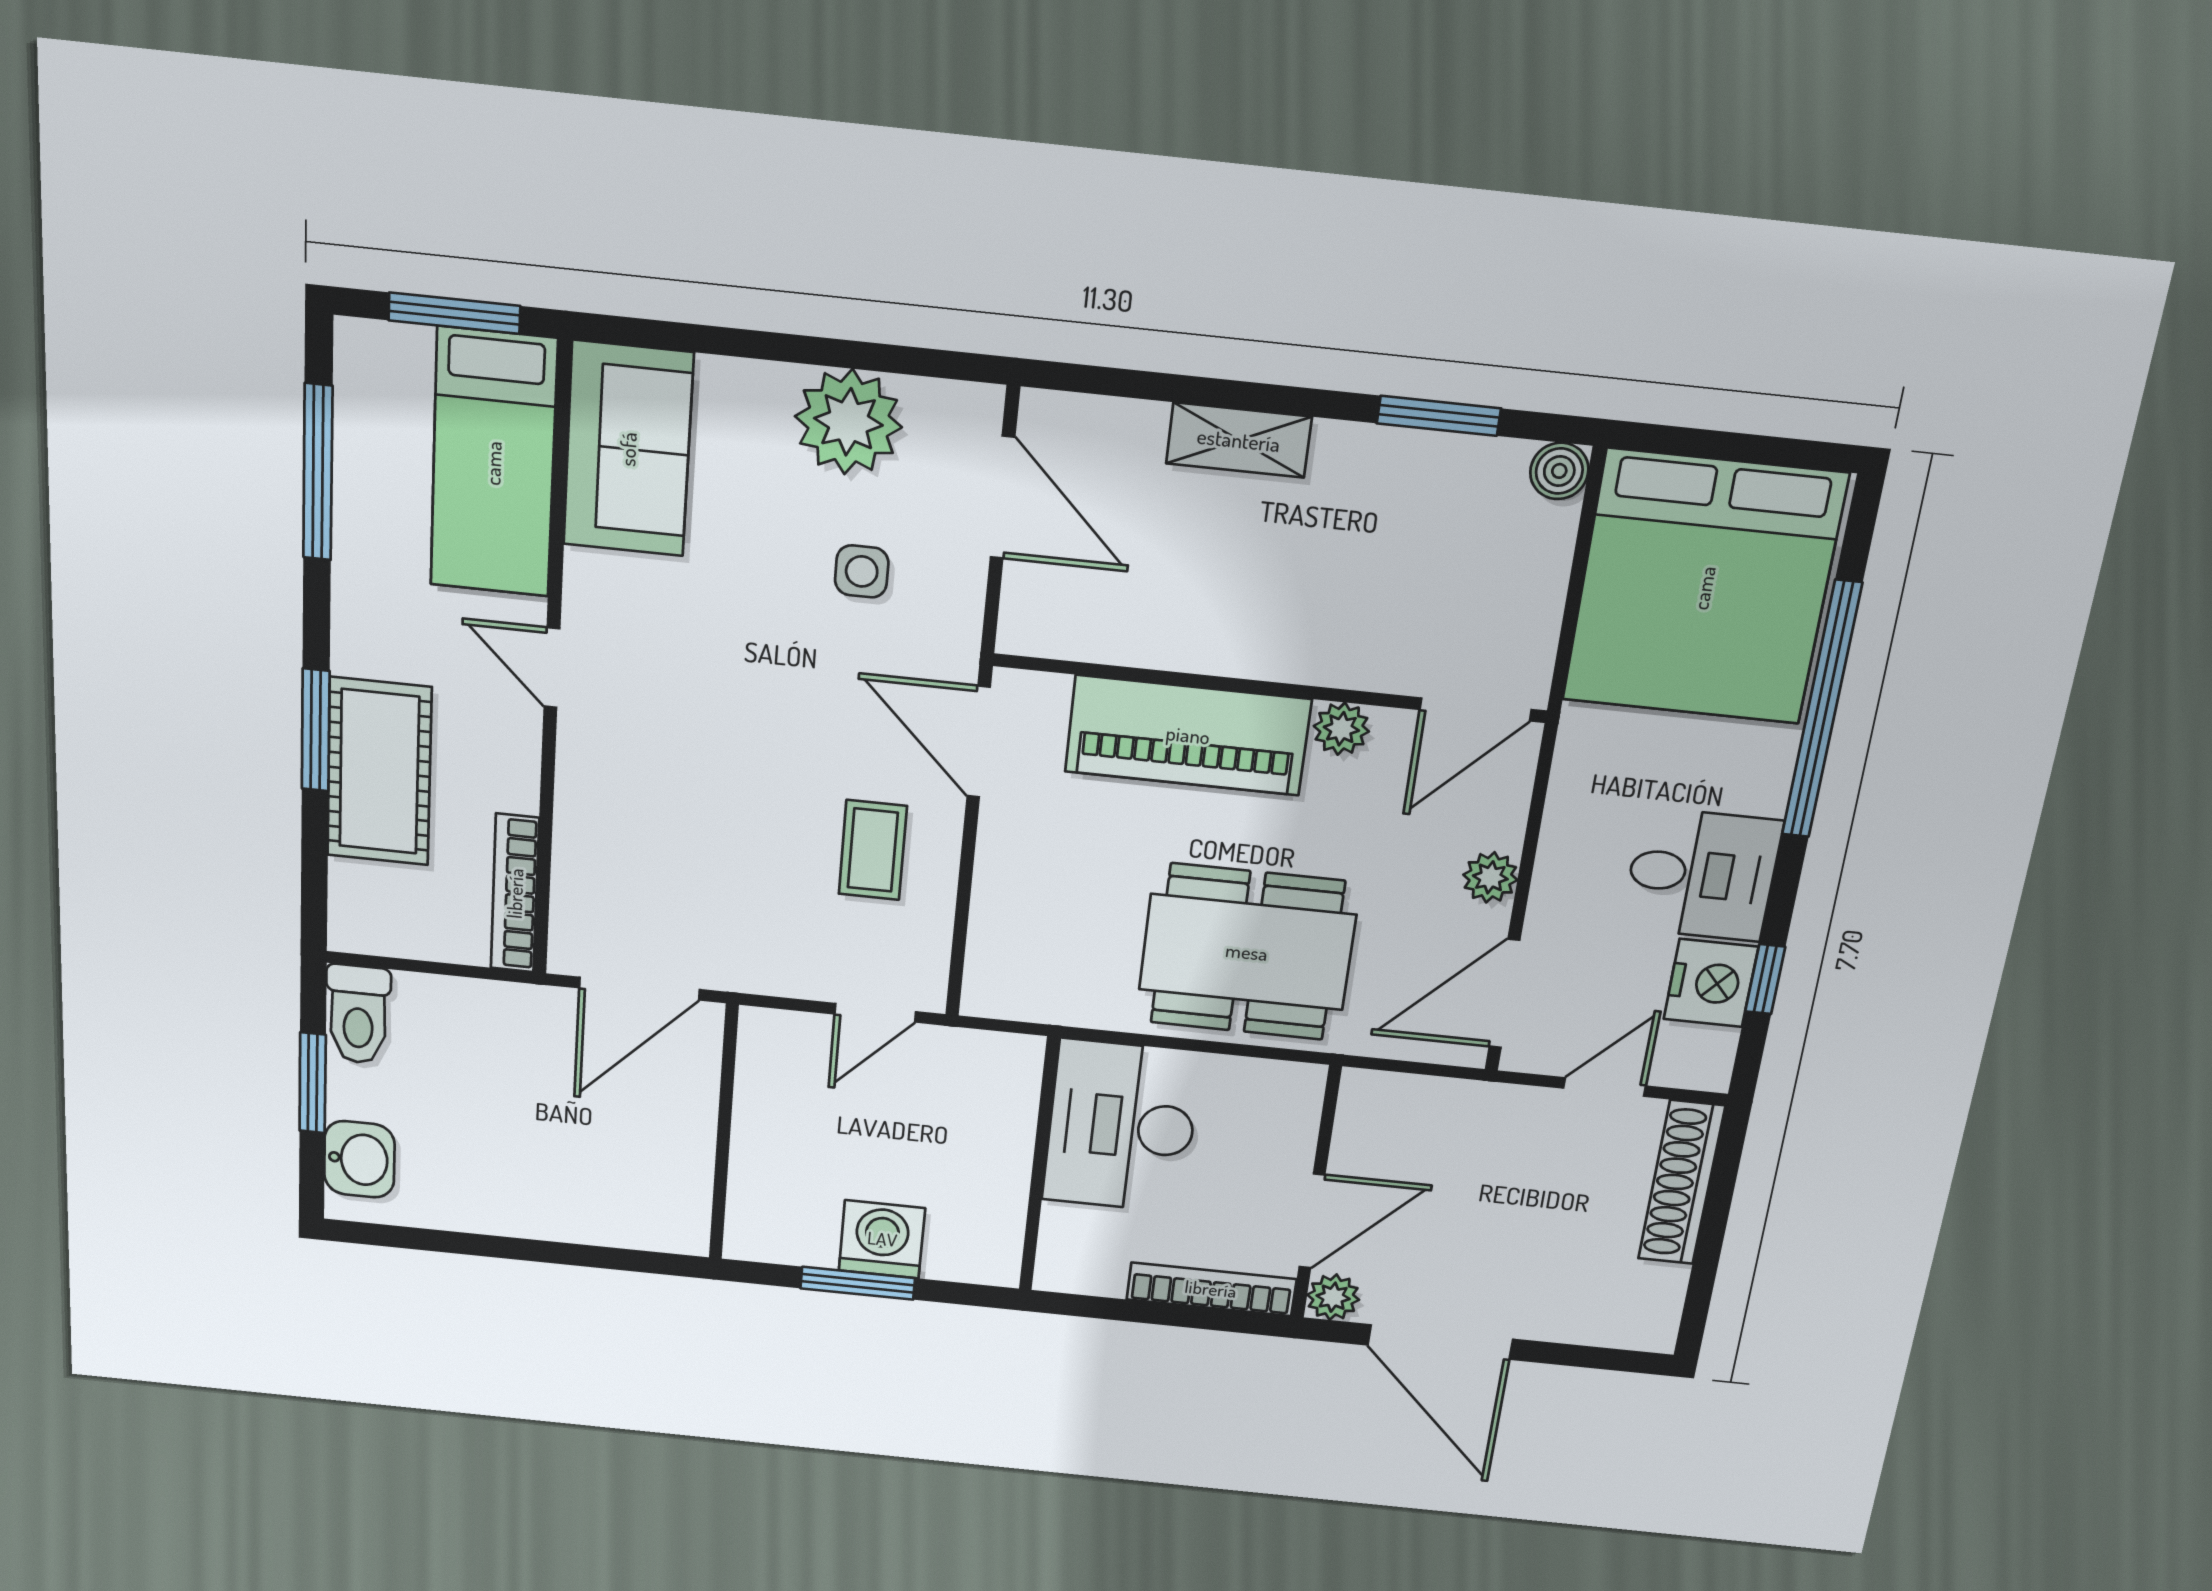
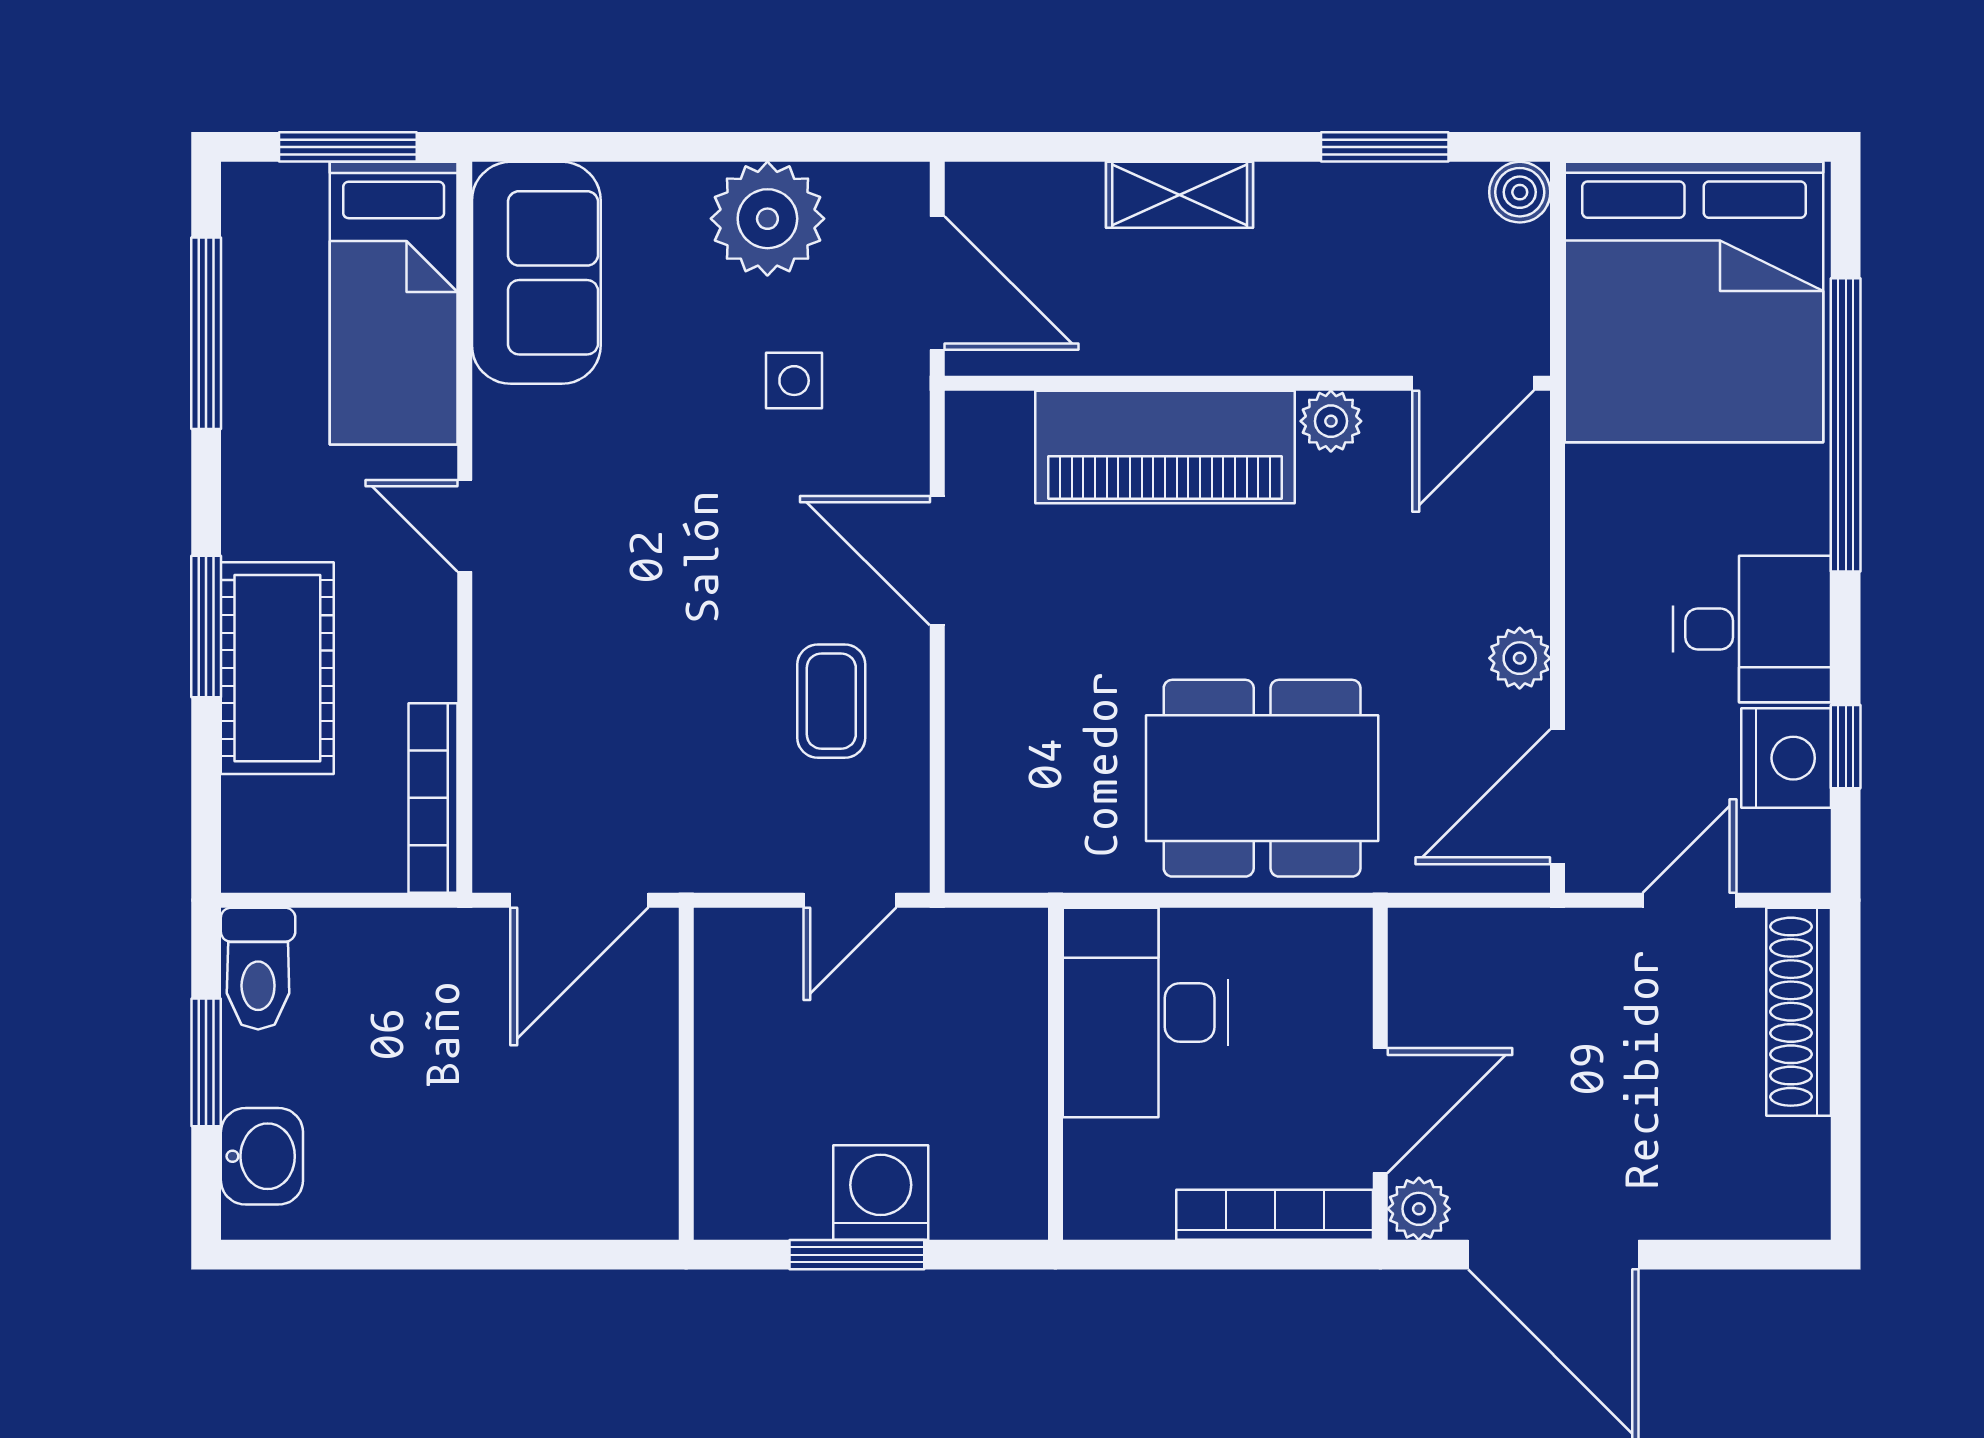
wall: (1270, 688) -> (1247, 383), moved
door: (1476, 709) -> (1473, 383), moved
plant: (1341, 729) -> (1331, 421), moved
piano: (1188, 735) -> (1165, 447), moved

